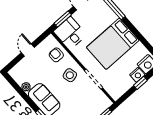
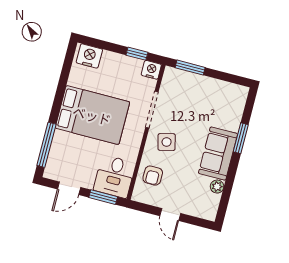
door: (28, 50) -> (170, 215), hinge flipped
nightstand: (137, 75) -> (151, 70), moved
window: (140, 83) -> (137, 54), moved

